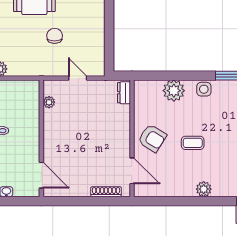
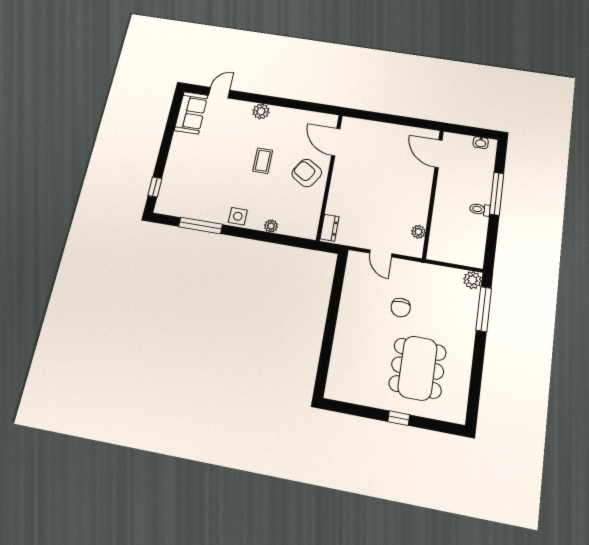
plant: (174, 91) -> (271, 226), width x0.53, depth x0.53
coffee table: (193, 143) -> (263, 161), turned 90
shoe rack: (106, 192) -> (368, 125), removed

